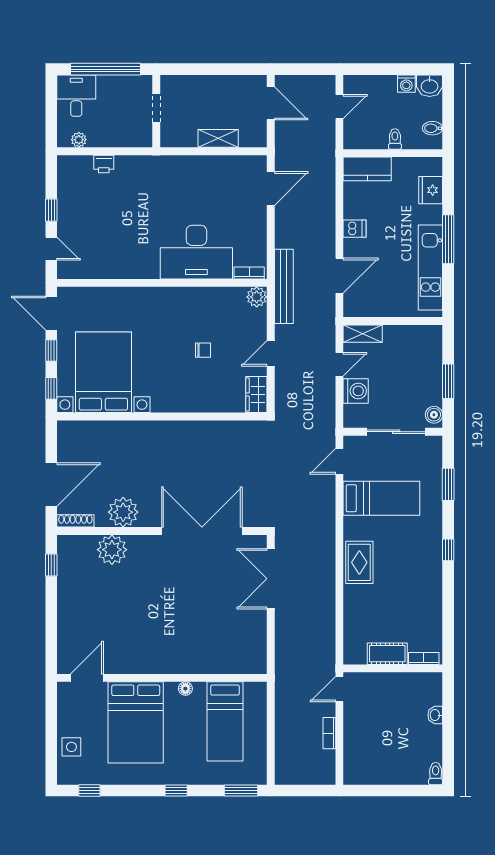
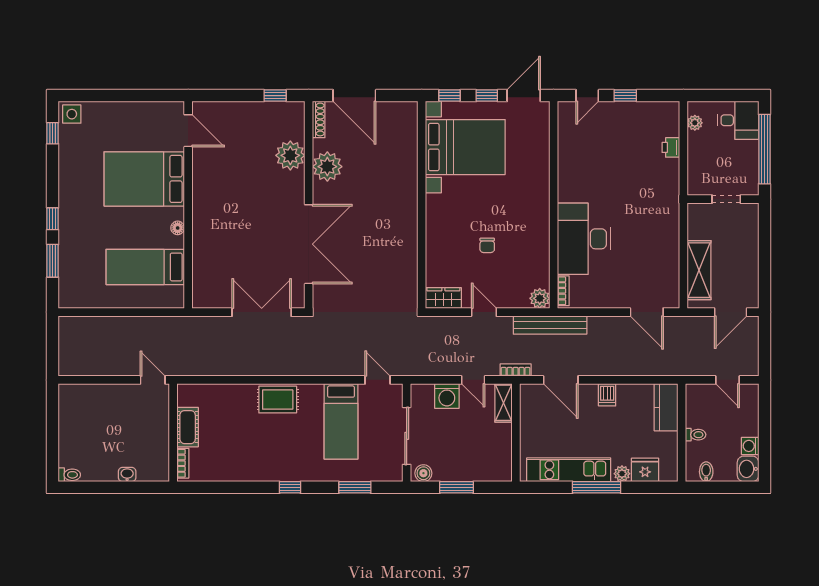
shelving: (218, 138) -> (699, 270), width x1.50, depth x1.33
plant: (434, 214) -> (622, 474), added
door: (87, 678) -> (188, 131), moved
wall: (162, 678) -> (188, 205), moved
floor lamp: (185, 689) -> (178, 228), moved
bed: (225, 721) -> (145, 267), moved
bed: (136, 722) -> (144, 179), moved
bookcase: (329, 733) -> (516, 370), moved
side table: (71, 747) -> (72, 114), moved
window: (241, 791) -> (53, 261), moved

